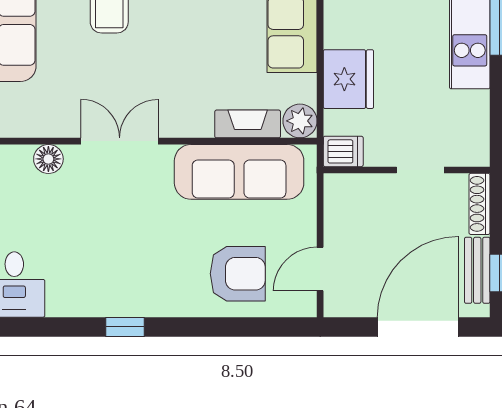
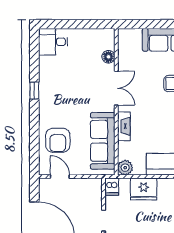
fireplace: (248, 124) -> (124, 126), moved

